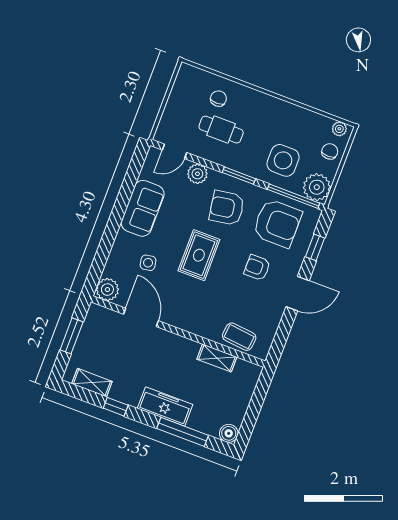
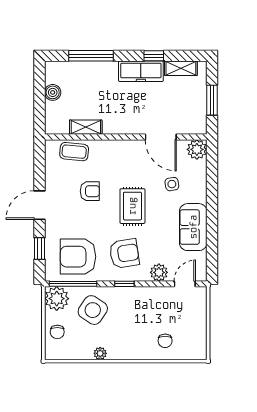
plant: (339, 129) -> (100, 353), moved
cafe table: (221, 130) -> (153, 316), removed
side table: (283, 160) -> (93, 310), turned 34
window: (239, 176) -> (124, 284), width x0.67
armchair: (257, 268) -> (90, 191), moved
freezer: (165, 406) -> (141, 71), moved
boiler: (229, 433) -> (53, 92), moved

